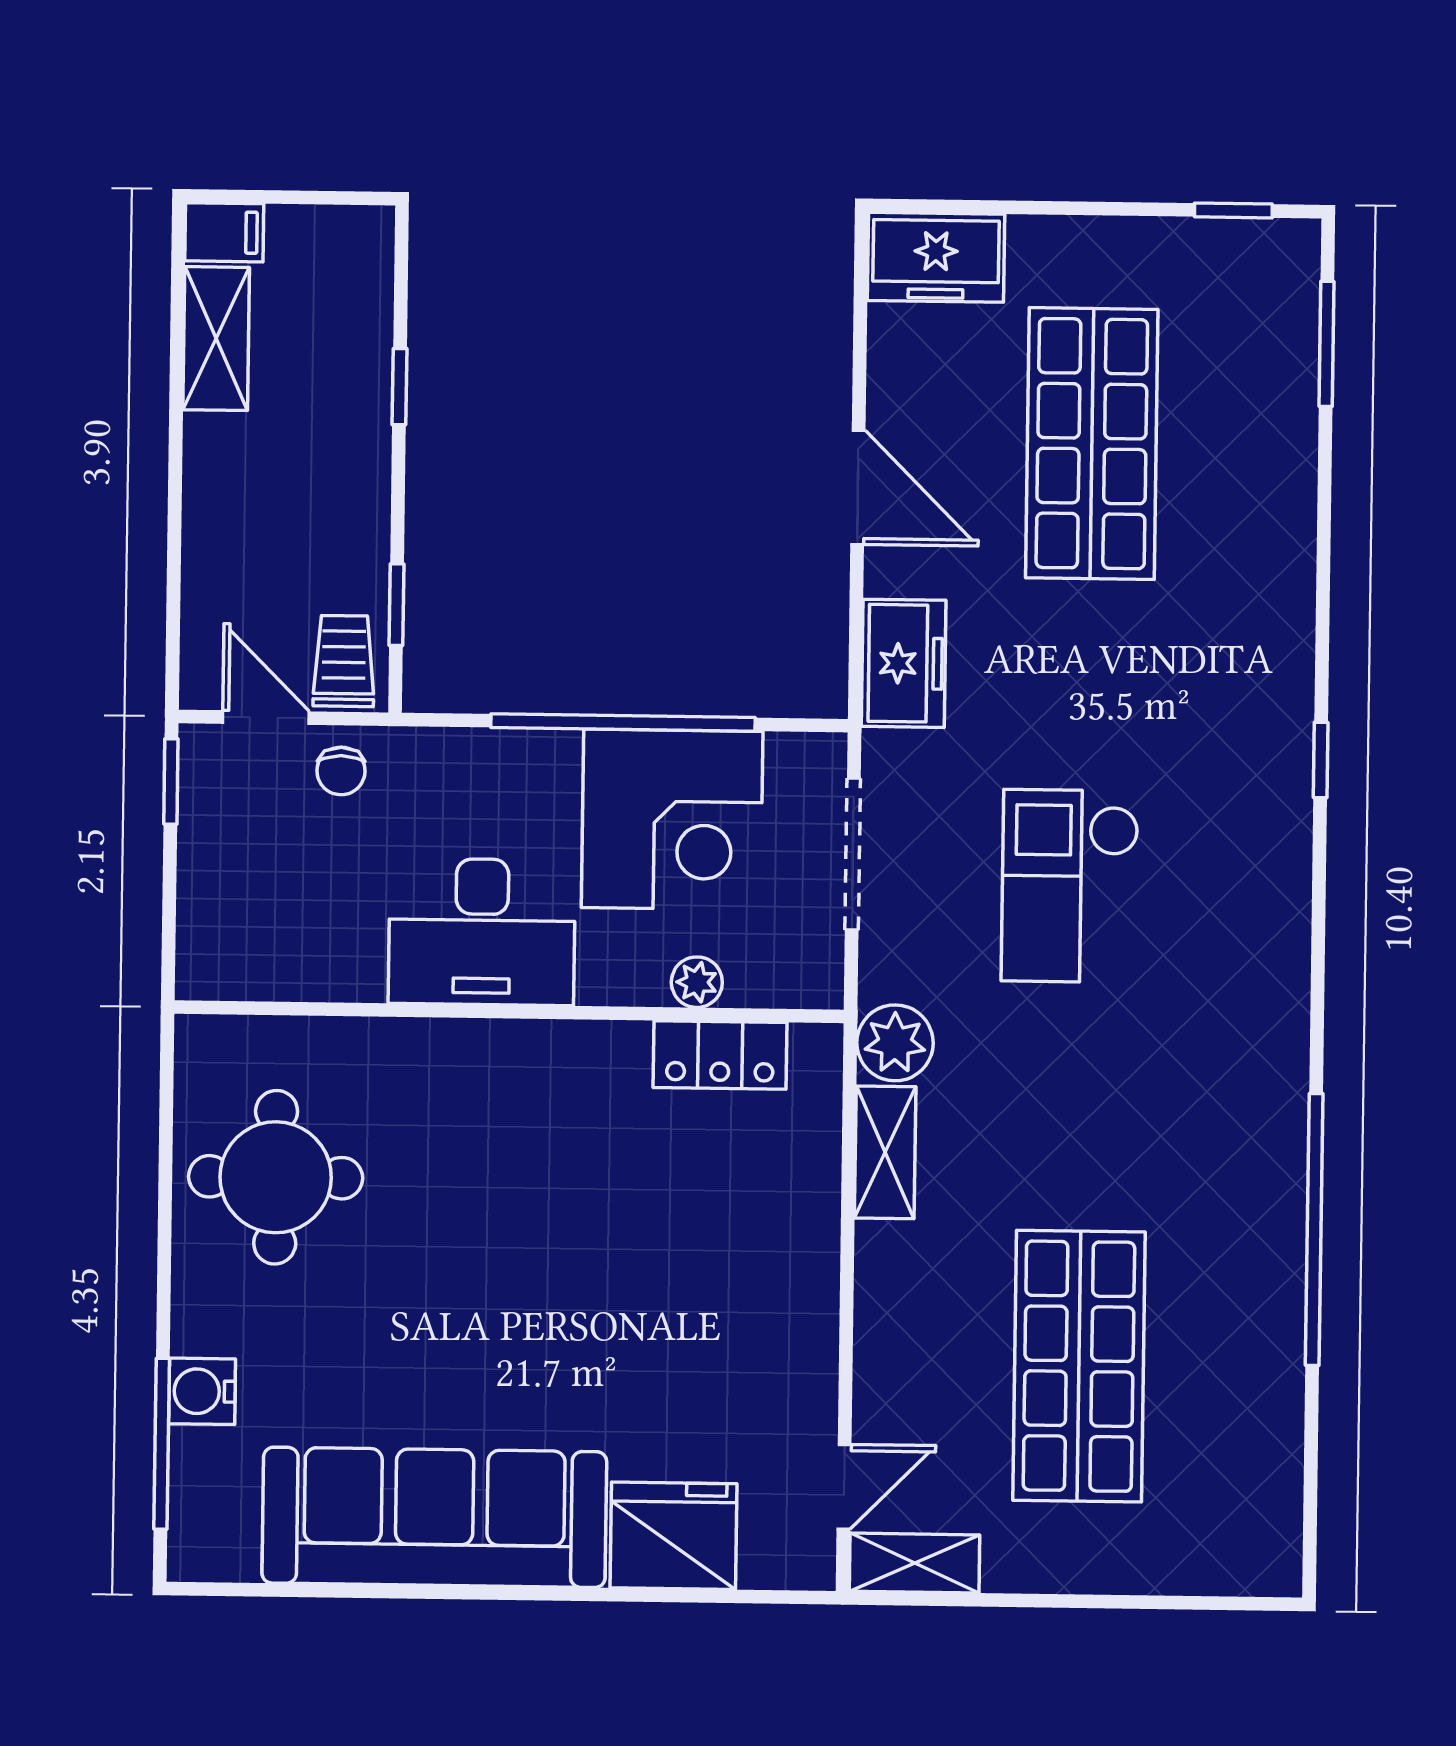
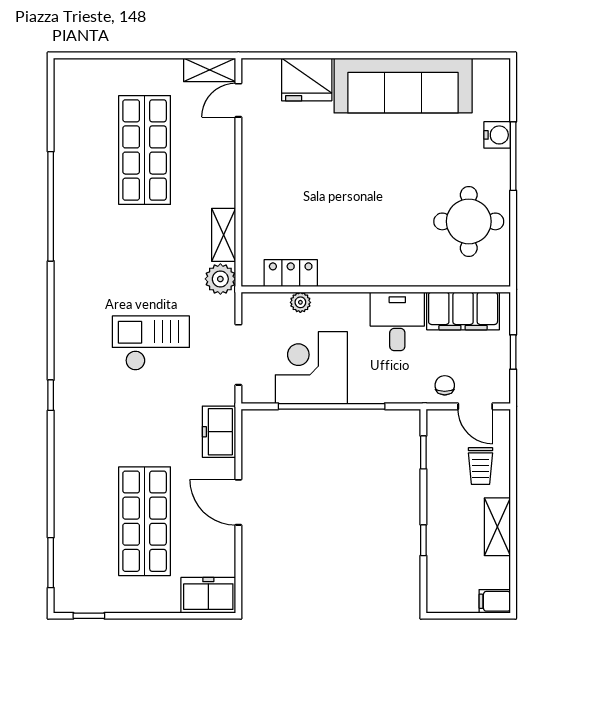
shelving: (216, 339) -> (497, 527), moved
trolley: (344, 661) -> (481, 466), moved
window: (171, 781) -> (513, 352), moved
checkout: (1070, 886) -> (151, 343), turned -90
desk: (482, 932) -> (397, 321), width x0.73
filing cabinet: (293, 955) -> (463, 311), added
window: (162, 1444) -> (513, 156), moved

